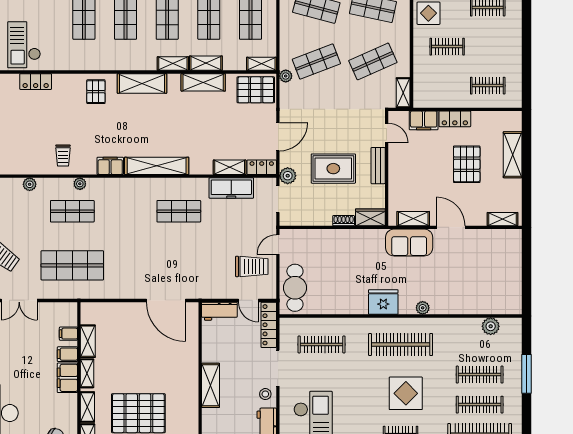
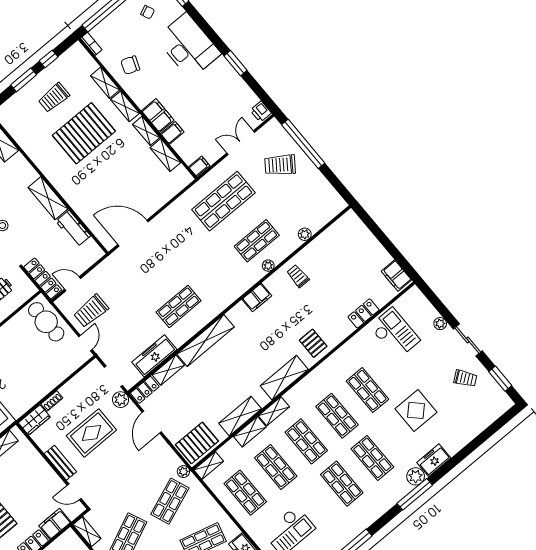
shelving: (157, 166) -> (206, 341), moved
workbench: (219, 311) -> (73, 229), moved, turned -90
filing cabinet: (68, 334) -> (199, 166), moved

